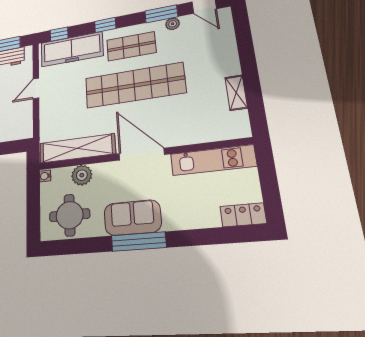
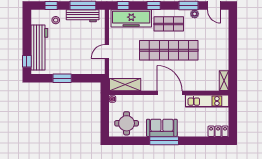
door: (36, 88) -> (107, 51), moved
shelving: (236, 93) -> (224, 81), moved
shelving: (77, 148) -> (125, 85), width x0.68
plant: (82, 175) -> (135, 101), removed

